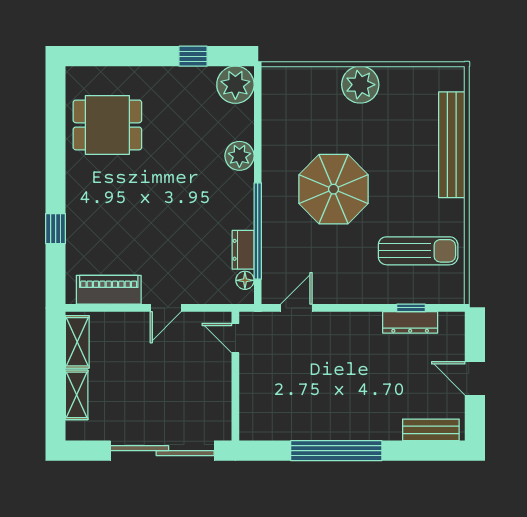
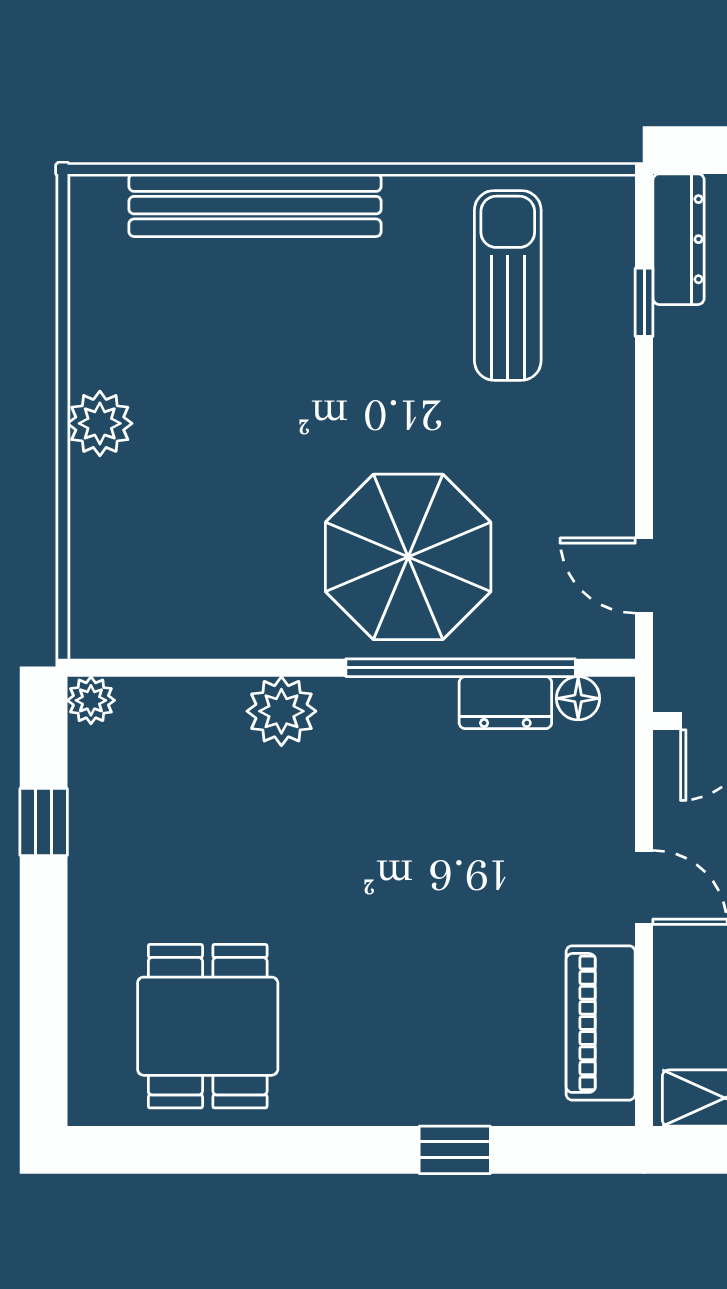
plant: (235, 85) -> (91, 700), width x0.53, depth x0.53
plant: (360, 85) -> (100, 423), width x0.73, depth x0.73
parasol: (333, 189) -> (408, 557), moved
dresser: (410, 322) -> (679, 239), moved

